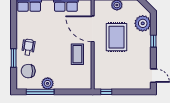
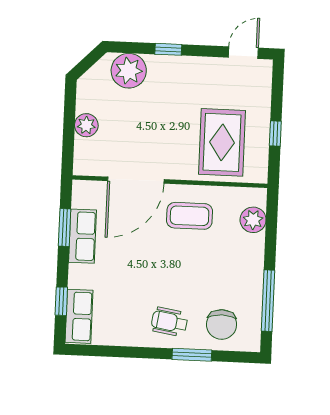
rug: (116, 37) -> (222, 142), moved, turned 90
plant: (48, 83) -> (253, 220), moved
window: (106, 92) -> (275, 134), moved

